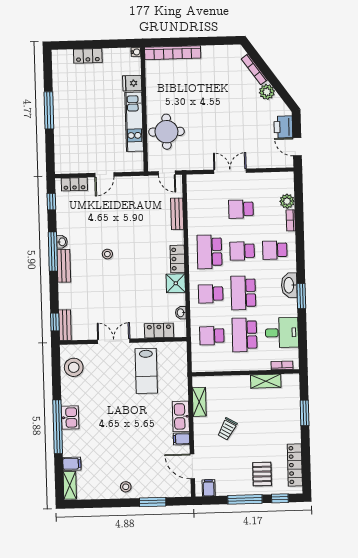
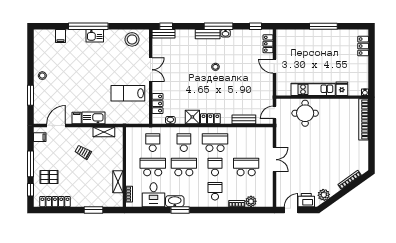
locker: (88, 56) -> (363, 46), moved
plant: (267, 92) -> (324, 195), moved
school desk: (241, 209) -> (246, 167), width x1.85
washbasin: (289, 285) -> (175, 201), moved
shelving: (70, 485) -> (44, 34), removed

